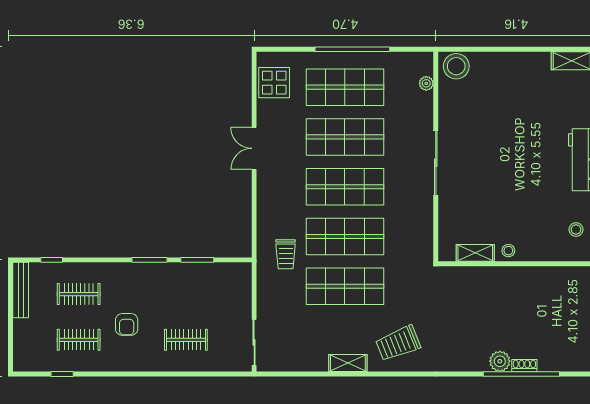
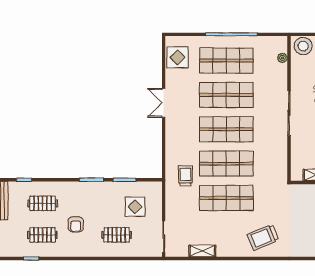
trolley: (286, 254) -> (185, 176), turned 180
display table: (213, 299) -> (135, 207), added
shelving: (348, 363) -> (202, 251), moved

